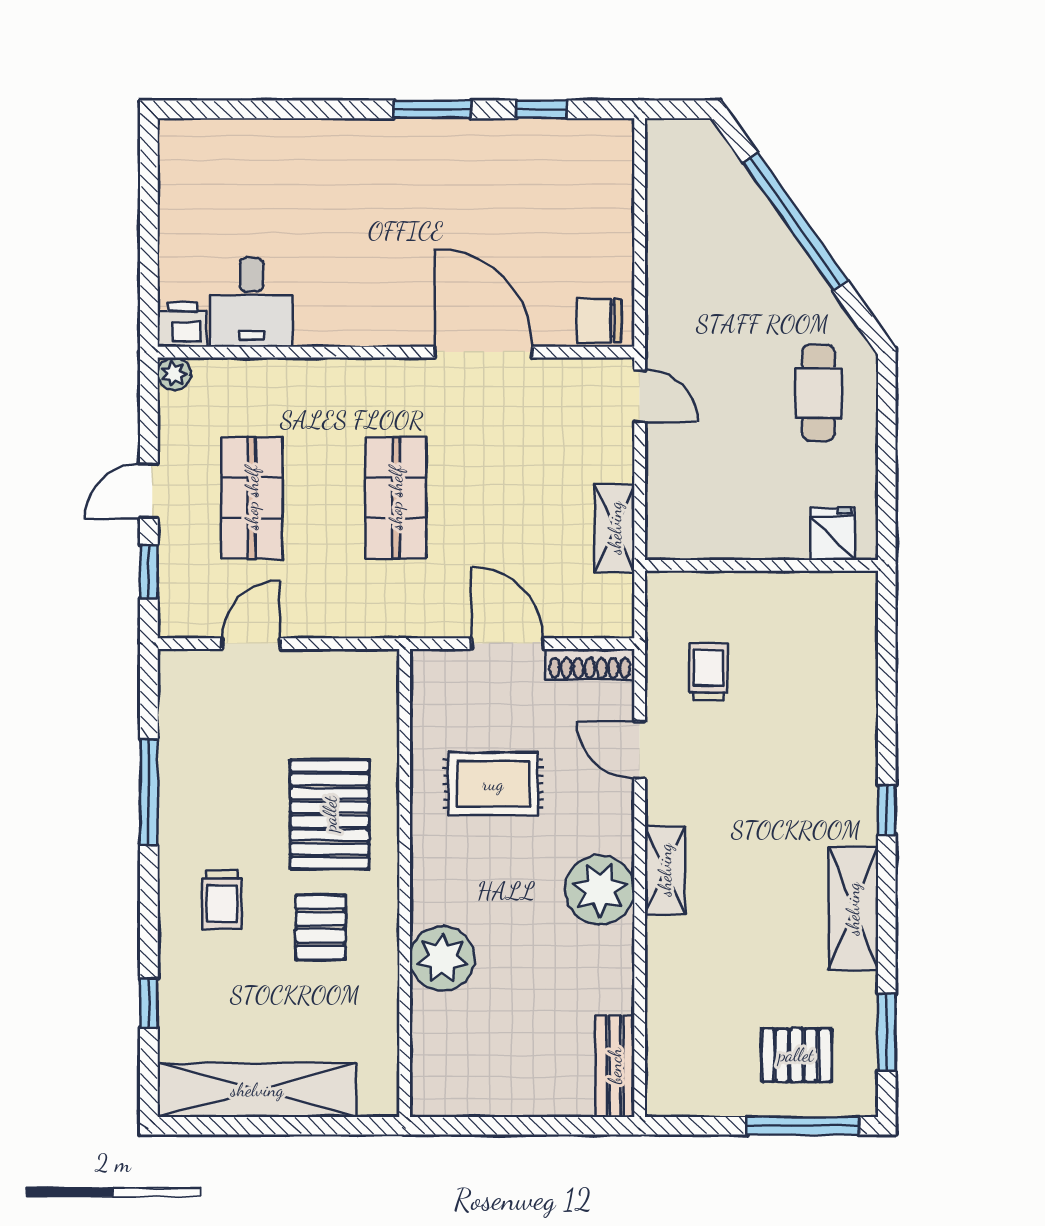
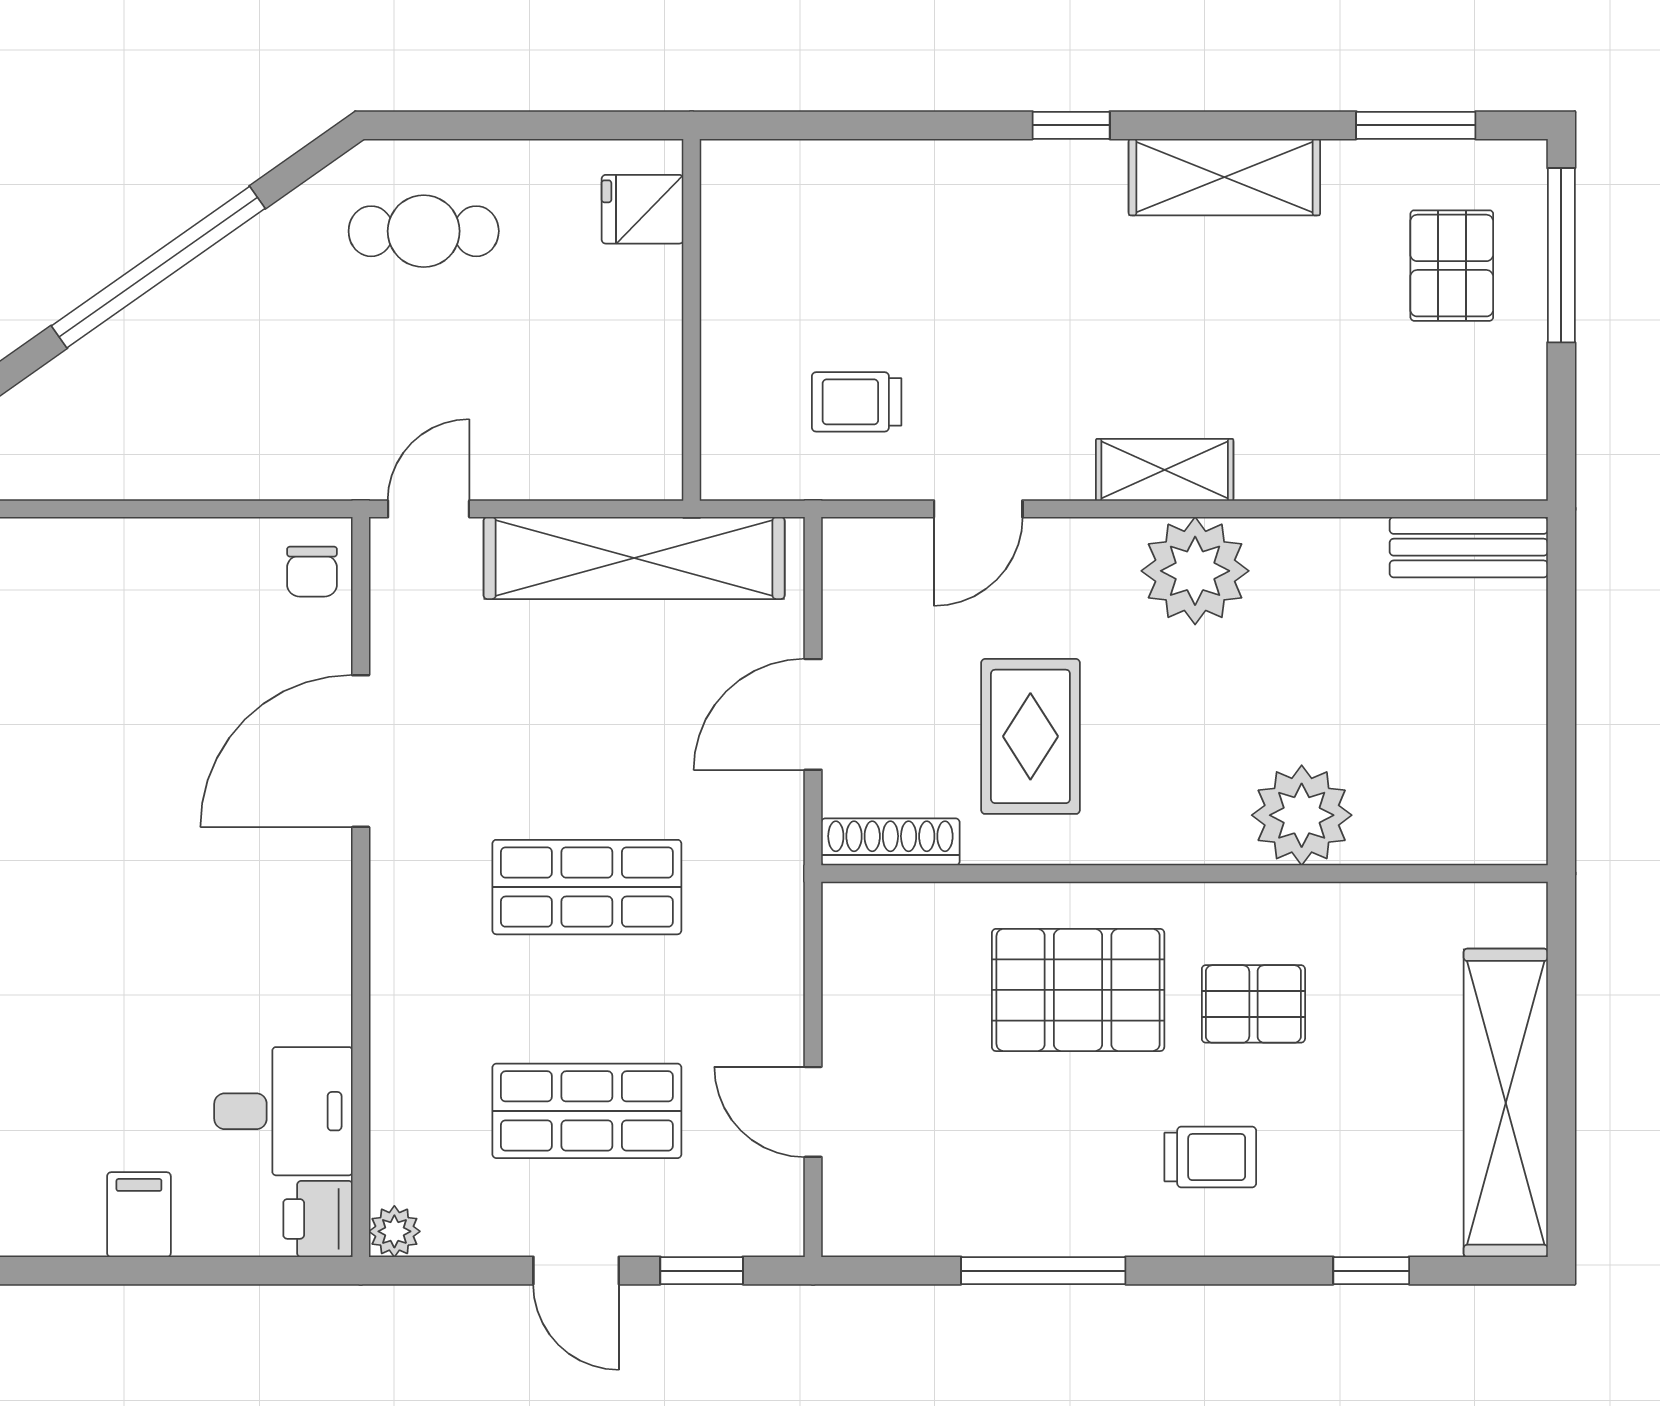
filing cabinet: (185, 209) -> (139, 1215), added
chair: (599, 321) -> (312, 572), width x0.73, depth x0.73
shelving: (615, 528) -> (634, 558), width x2.20, depth x1.33
shoe rack: (590, 664) -> (890, 842), moved, turned -90

